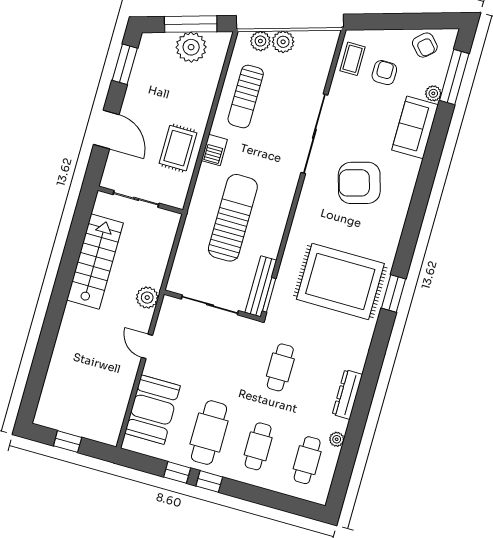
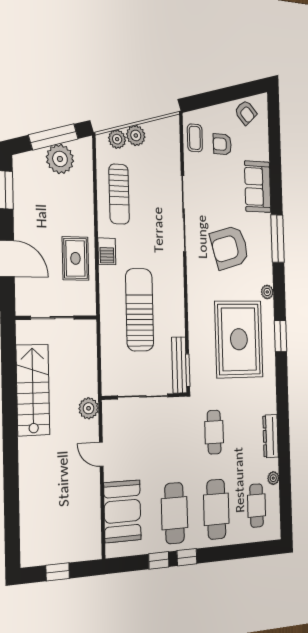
armchair: (384, 73) -> (222, 144), turned -90
window: (454, 77) -> (277, 239), moved
plant: (433, 93) -> (267, 292), moved
rug: (340, 281) -> (239, 339), turned 90
cafe table: (258, 446) -> (216, 509), width x1.37, depth x1.35

